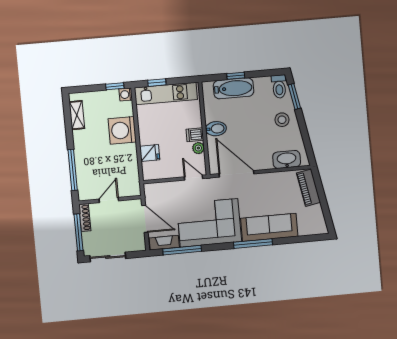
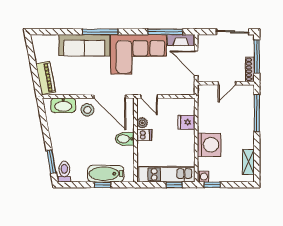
stool: (282, 120) -> (87, 110), moved

